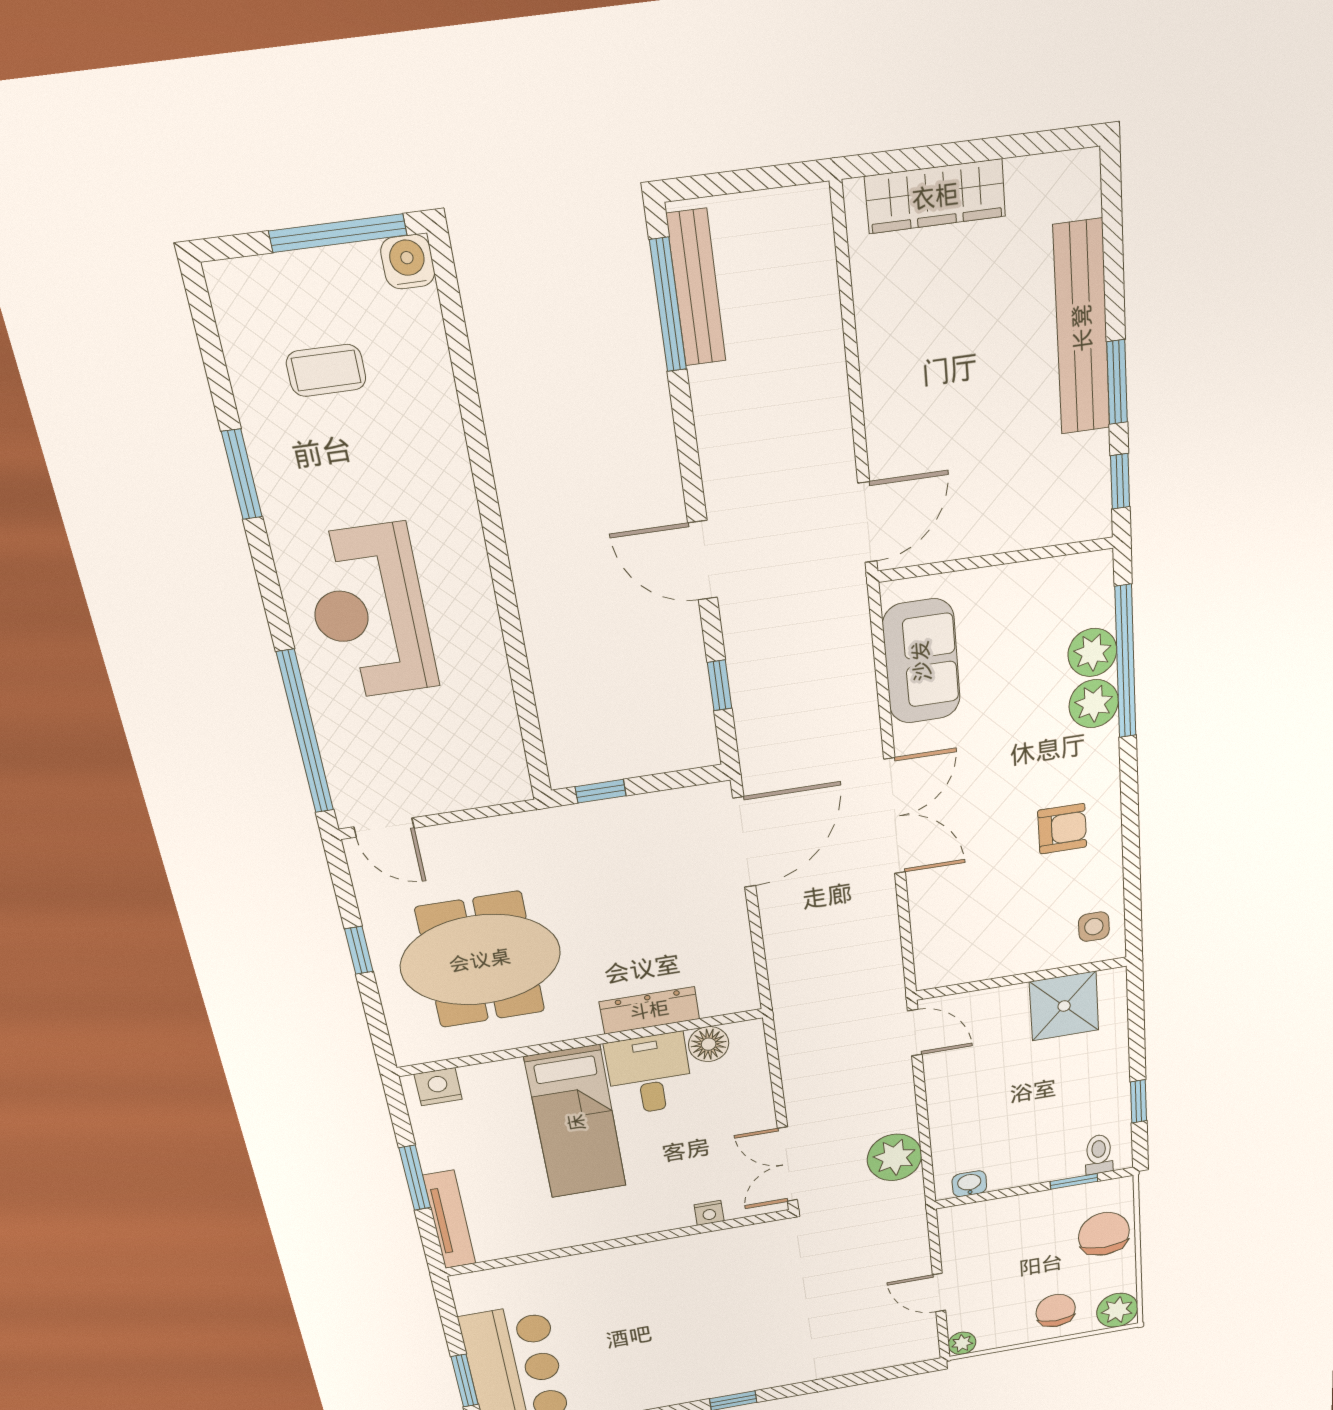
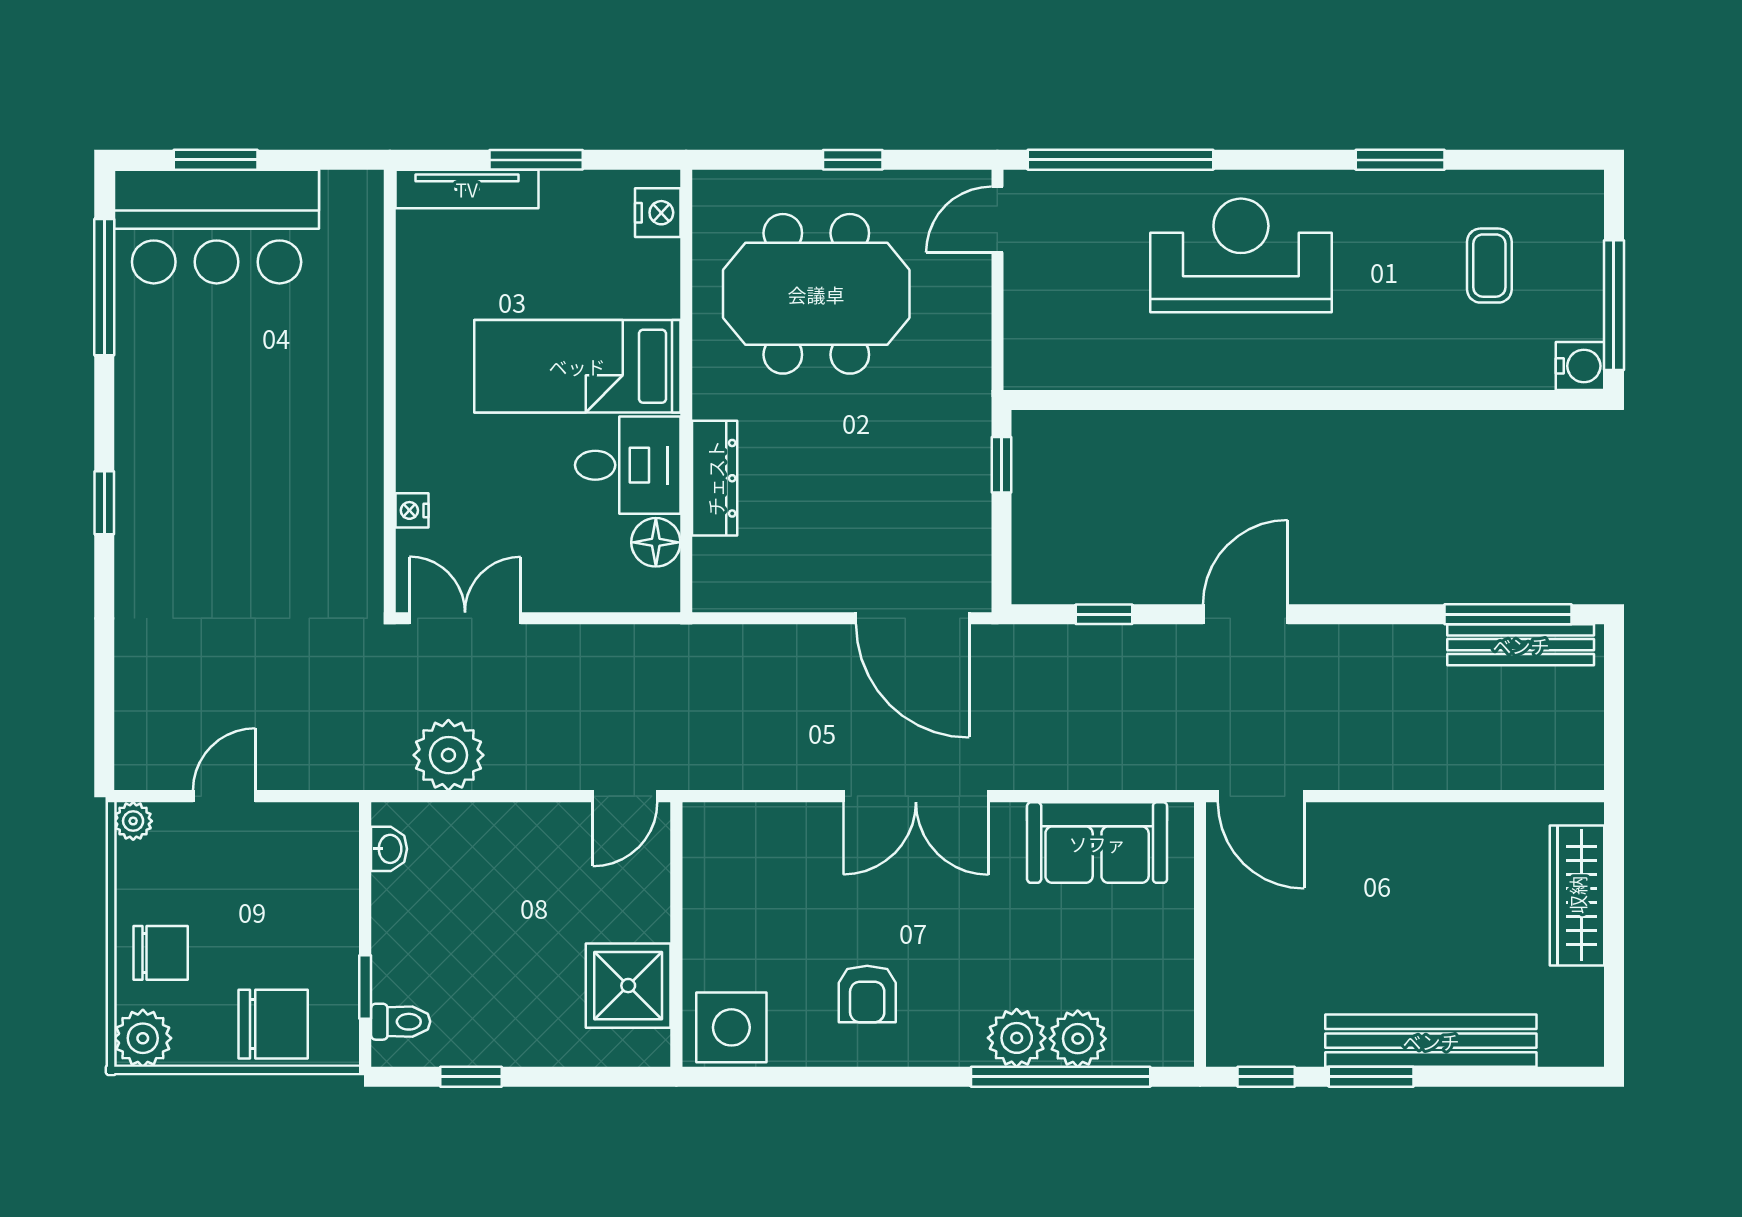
side table: (1094, 927) -> (731, 1027), width x1.87, depth x1.87
meeting table: (480, 960) -> (816, 294), turned 90

